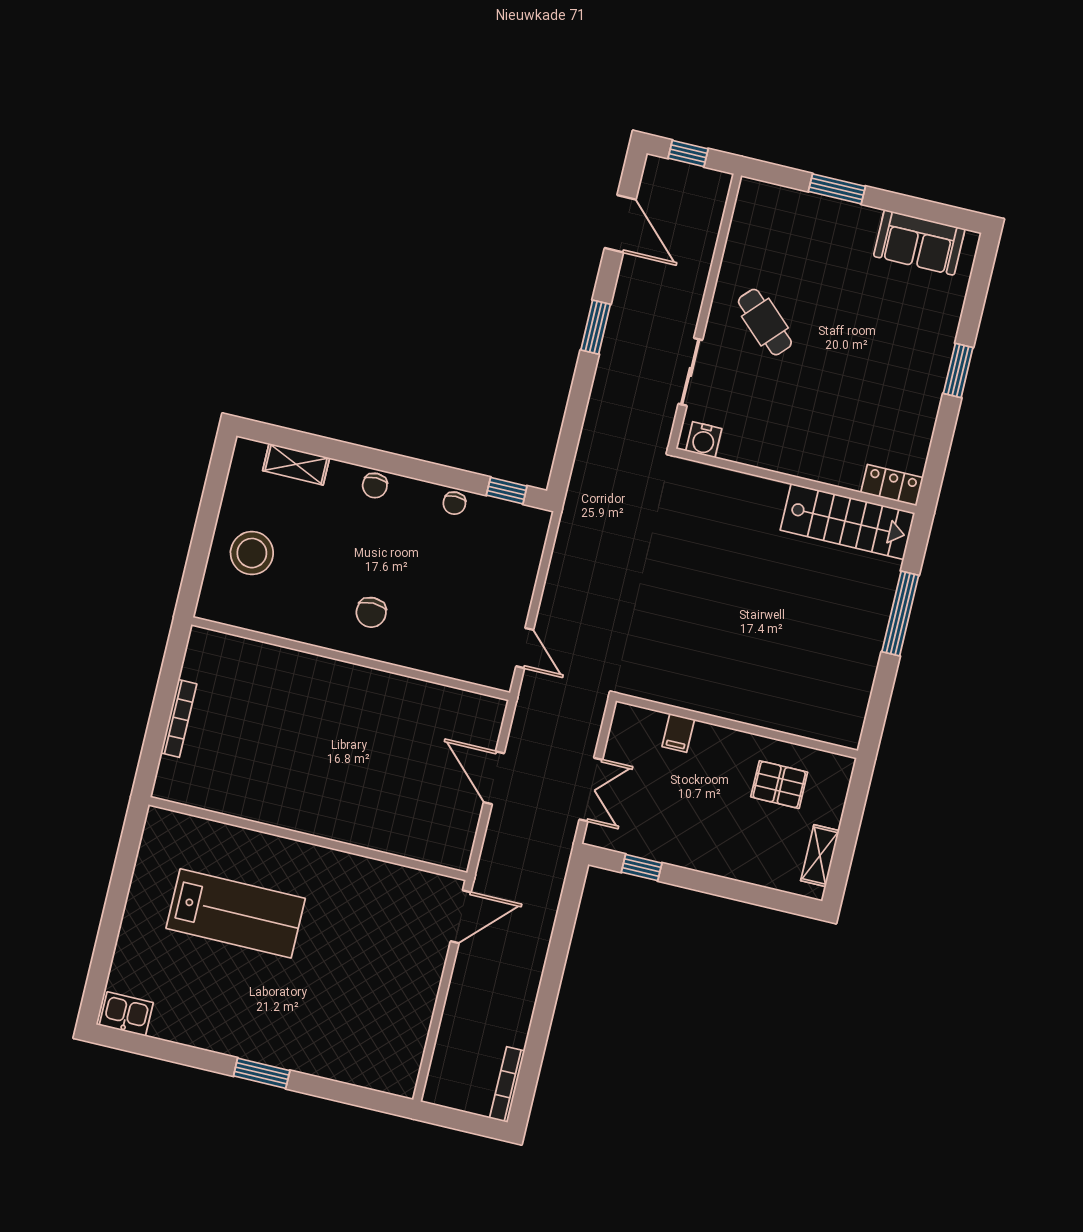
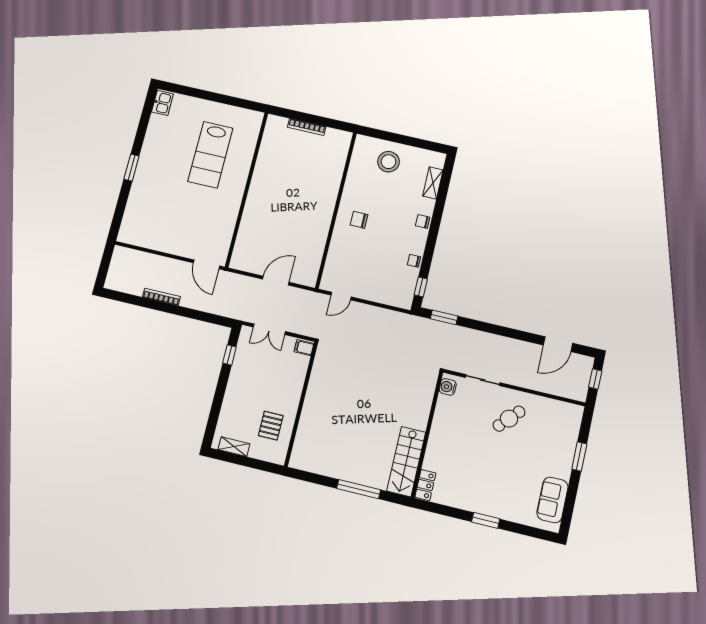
window: (596, 327) -> (444, 317), moved
filing cabinet: (678, 733) -> (304, 348), moved
bookcase: (507, 1085) -> (161, 297), moved

